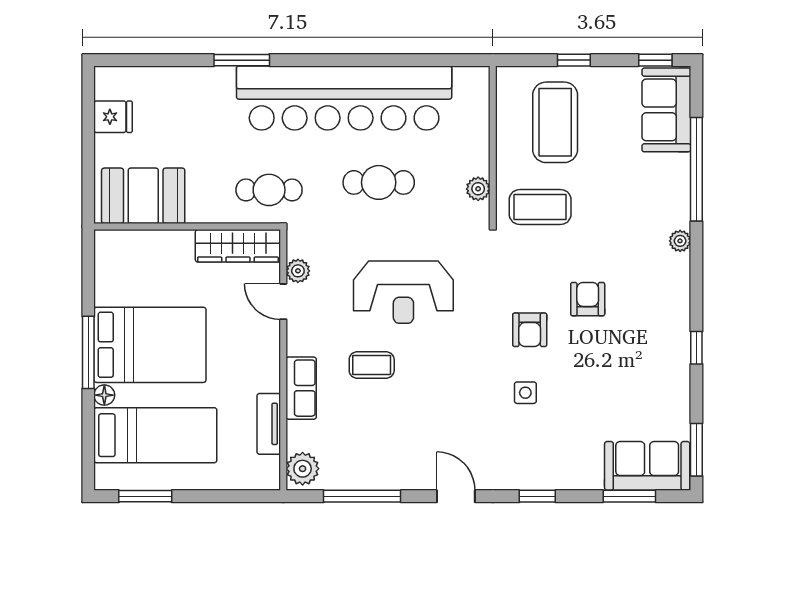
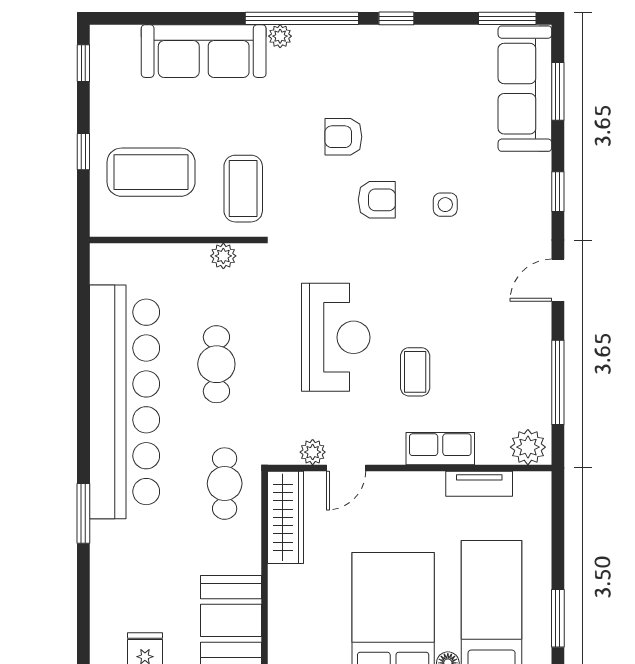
sofa: (666, 110) -> (204, 51), moved, width x1.36
window: (696, 169) -> (302, 18), moved
sofa: (647, 466) -> (525, 89), width x1.36

